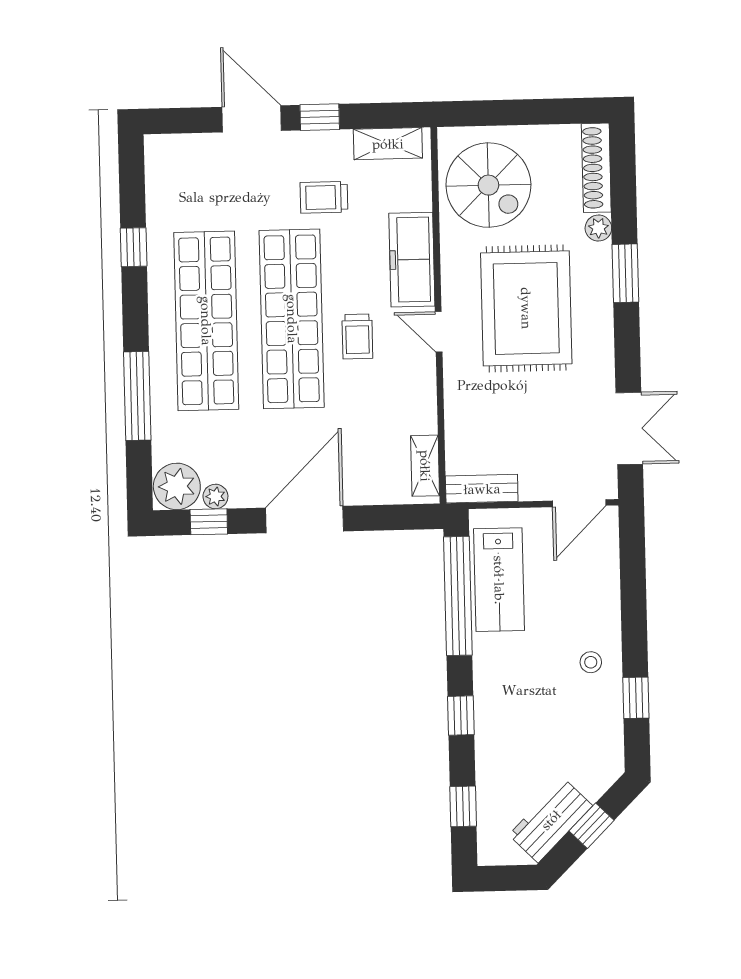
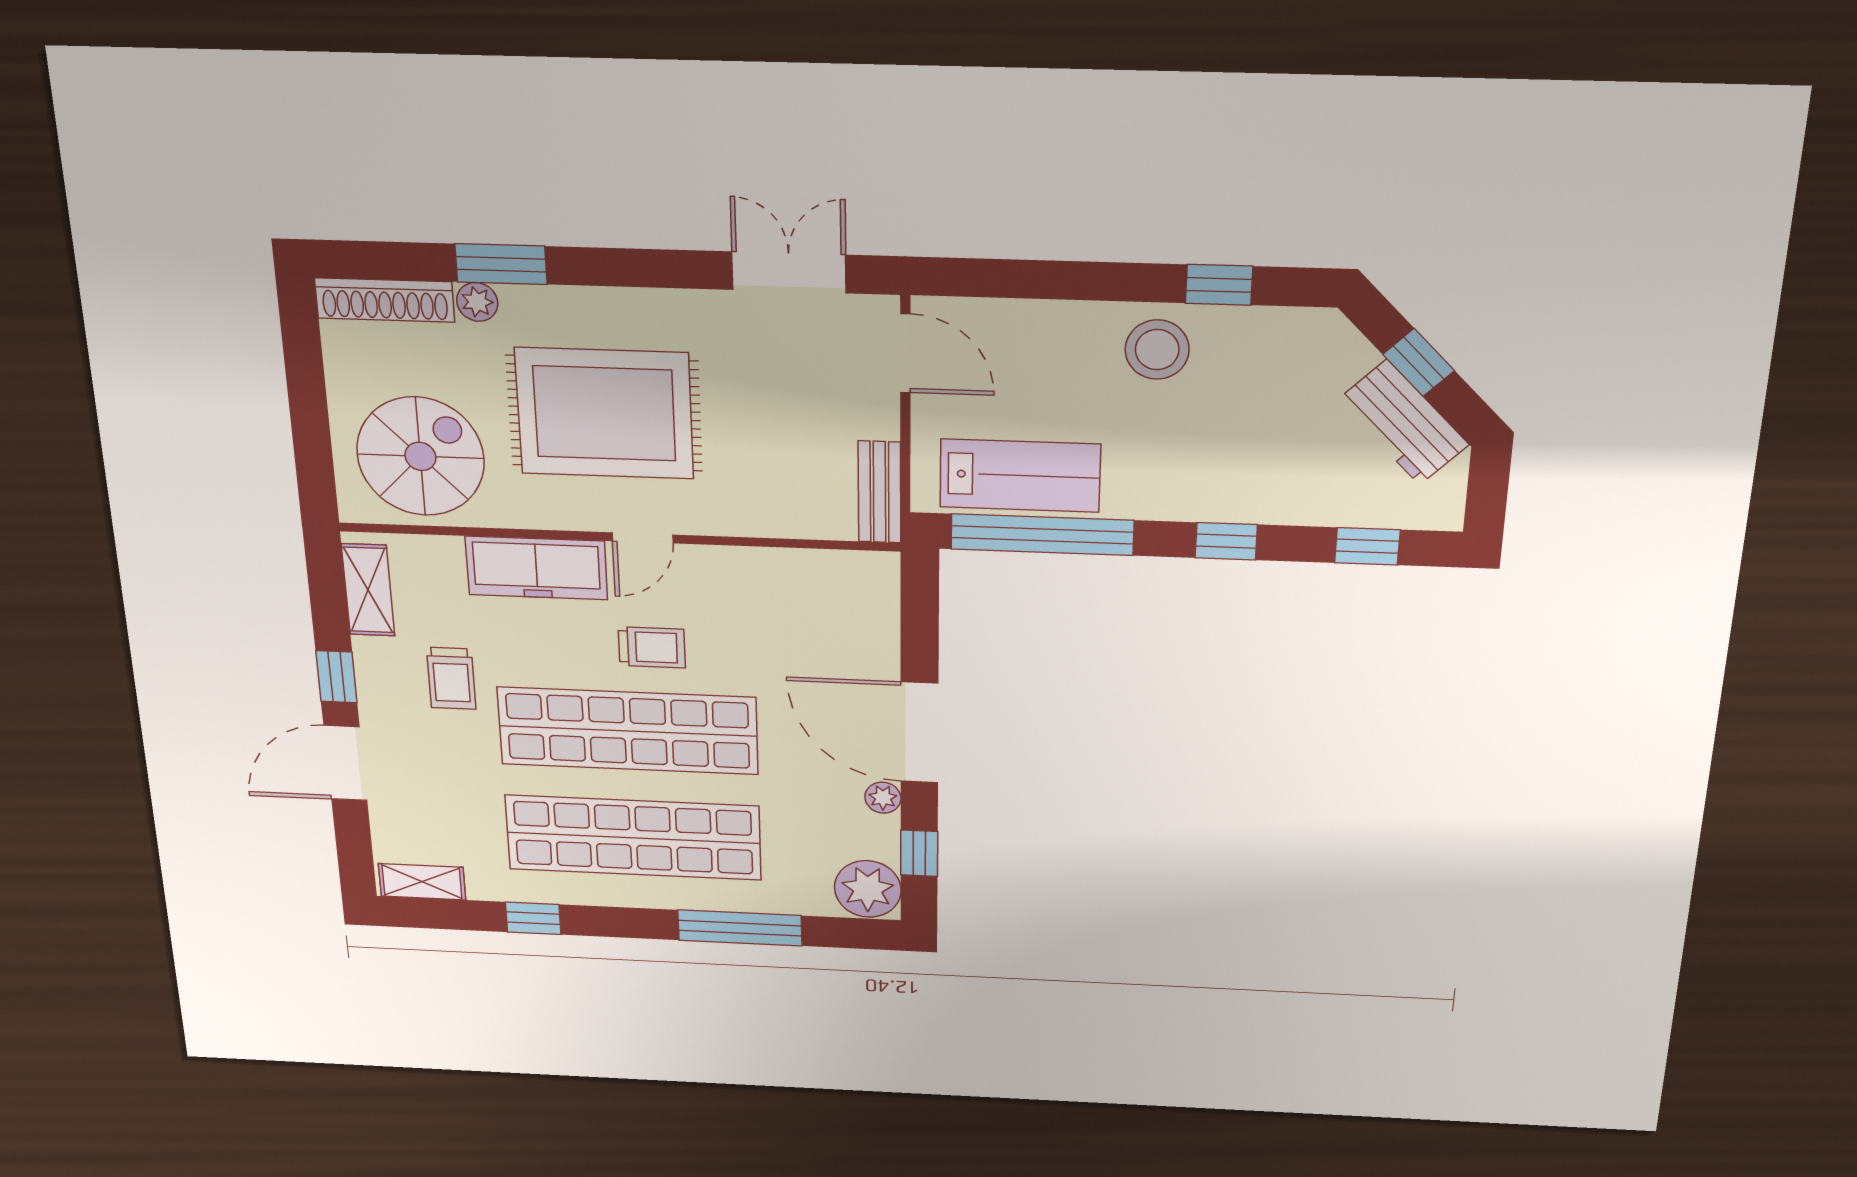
window: (625, 273) -> (501, 264), moved
shelving: (425, 466) -> (422, 882), moved
plant: (215, 496) -> (883, 798), moved
stool: (591, 662) -> (1157, 350), width x1.89, depth x1.89

